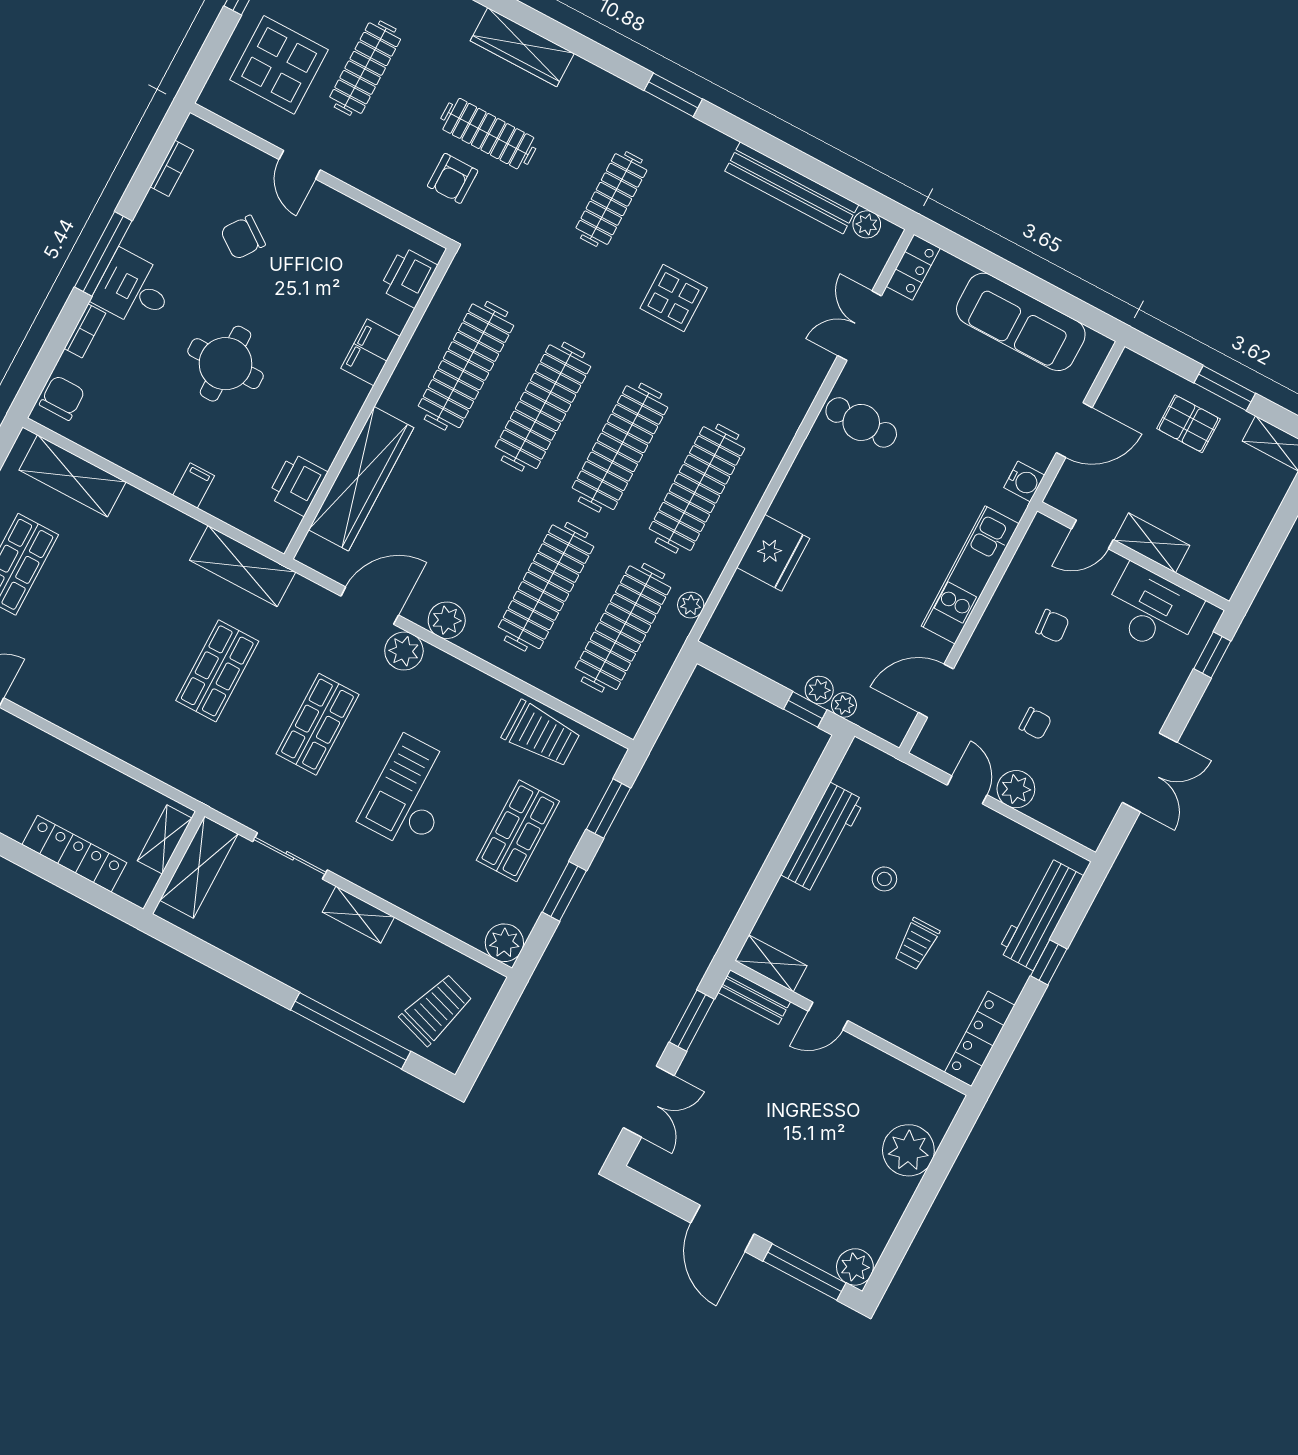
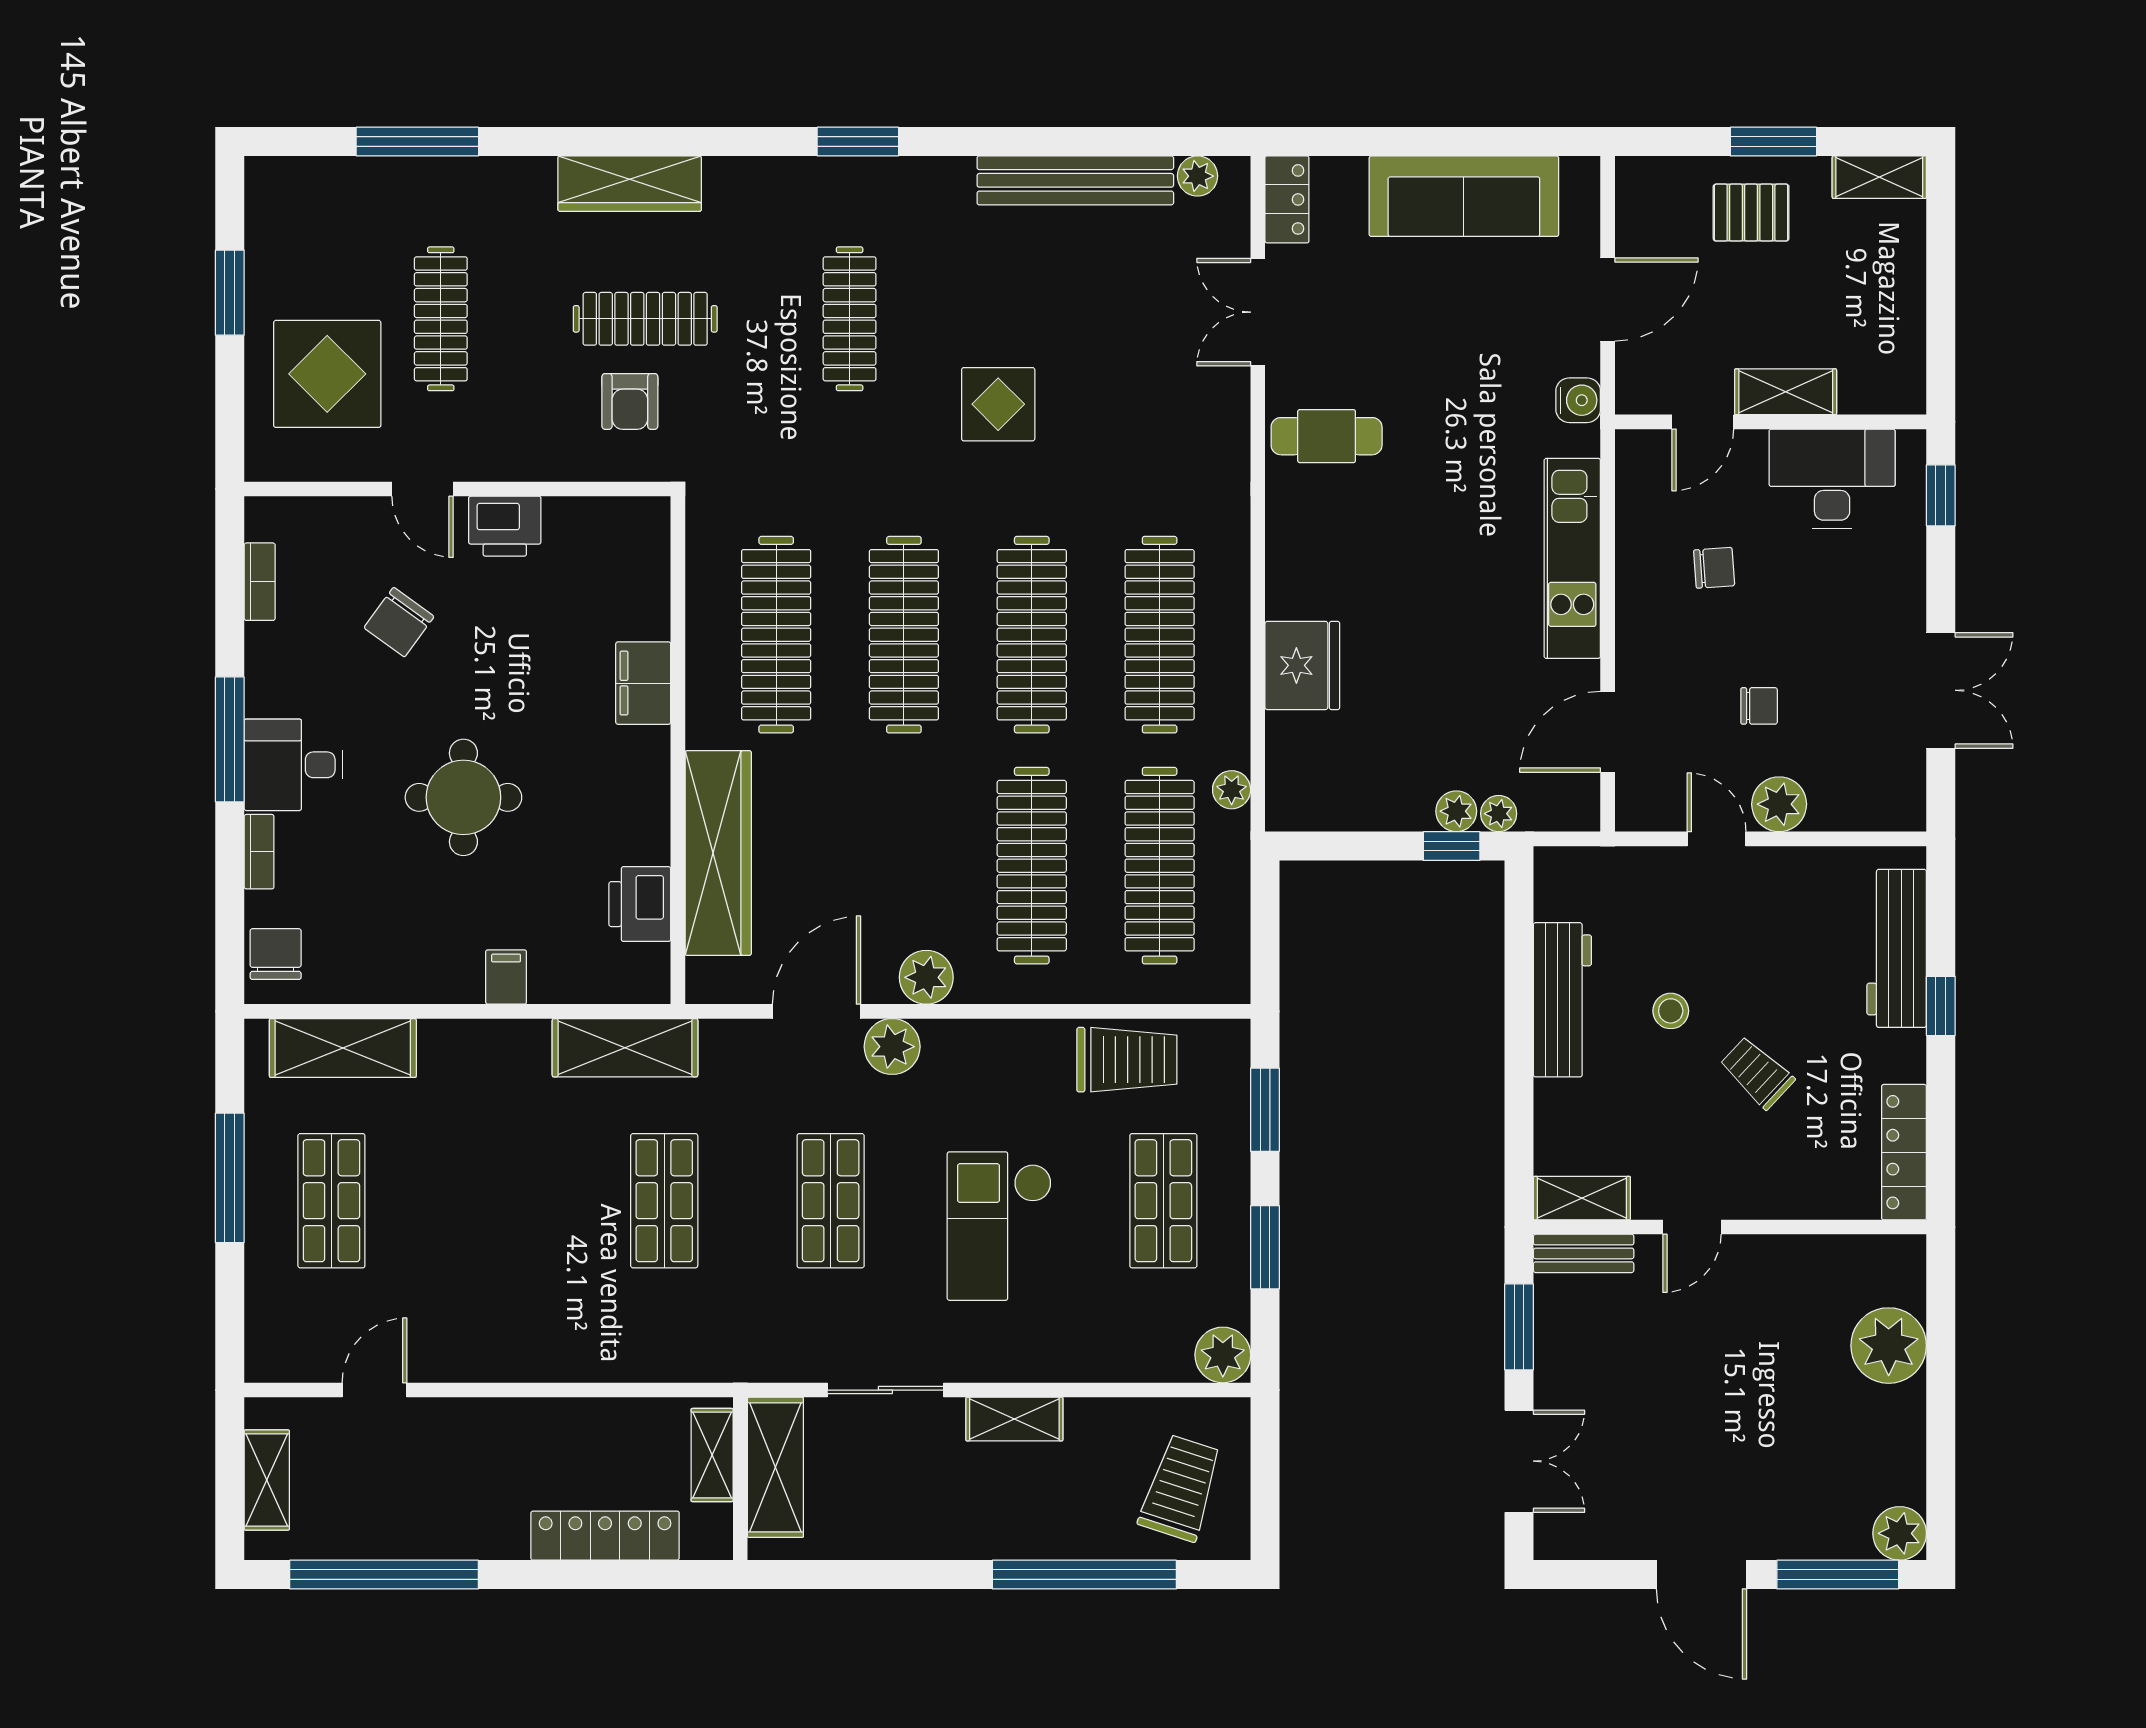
printer: (408, 277) -> (505, 526), moved, turned -90
trolley: (917, 944) -> (1757, 1073), turned 133

